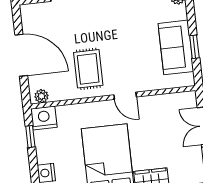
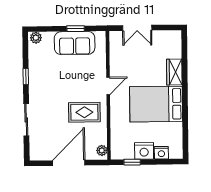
nightstand: (44, 118) -> (144, 151), moved, turned -90

